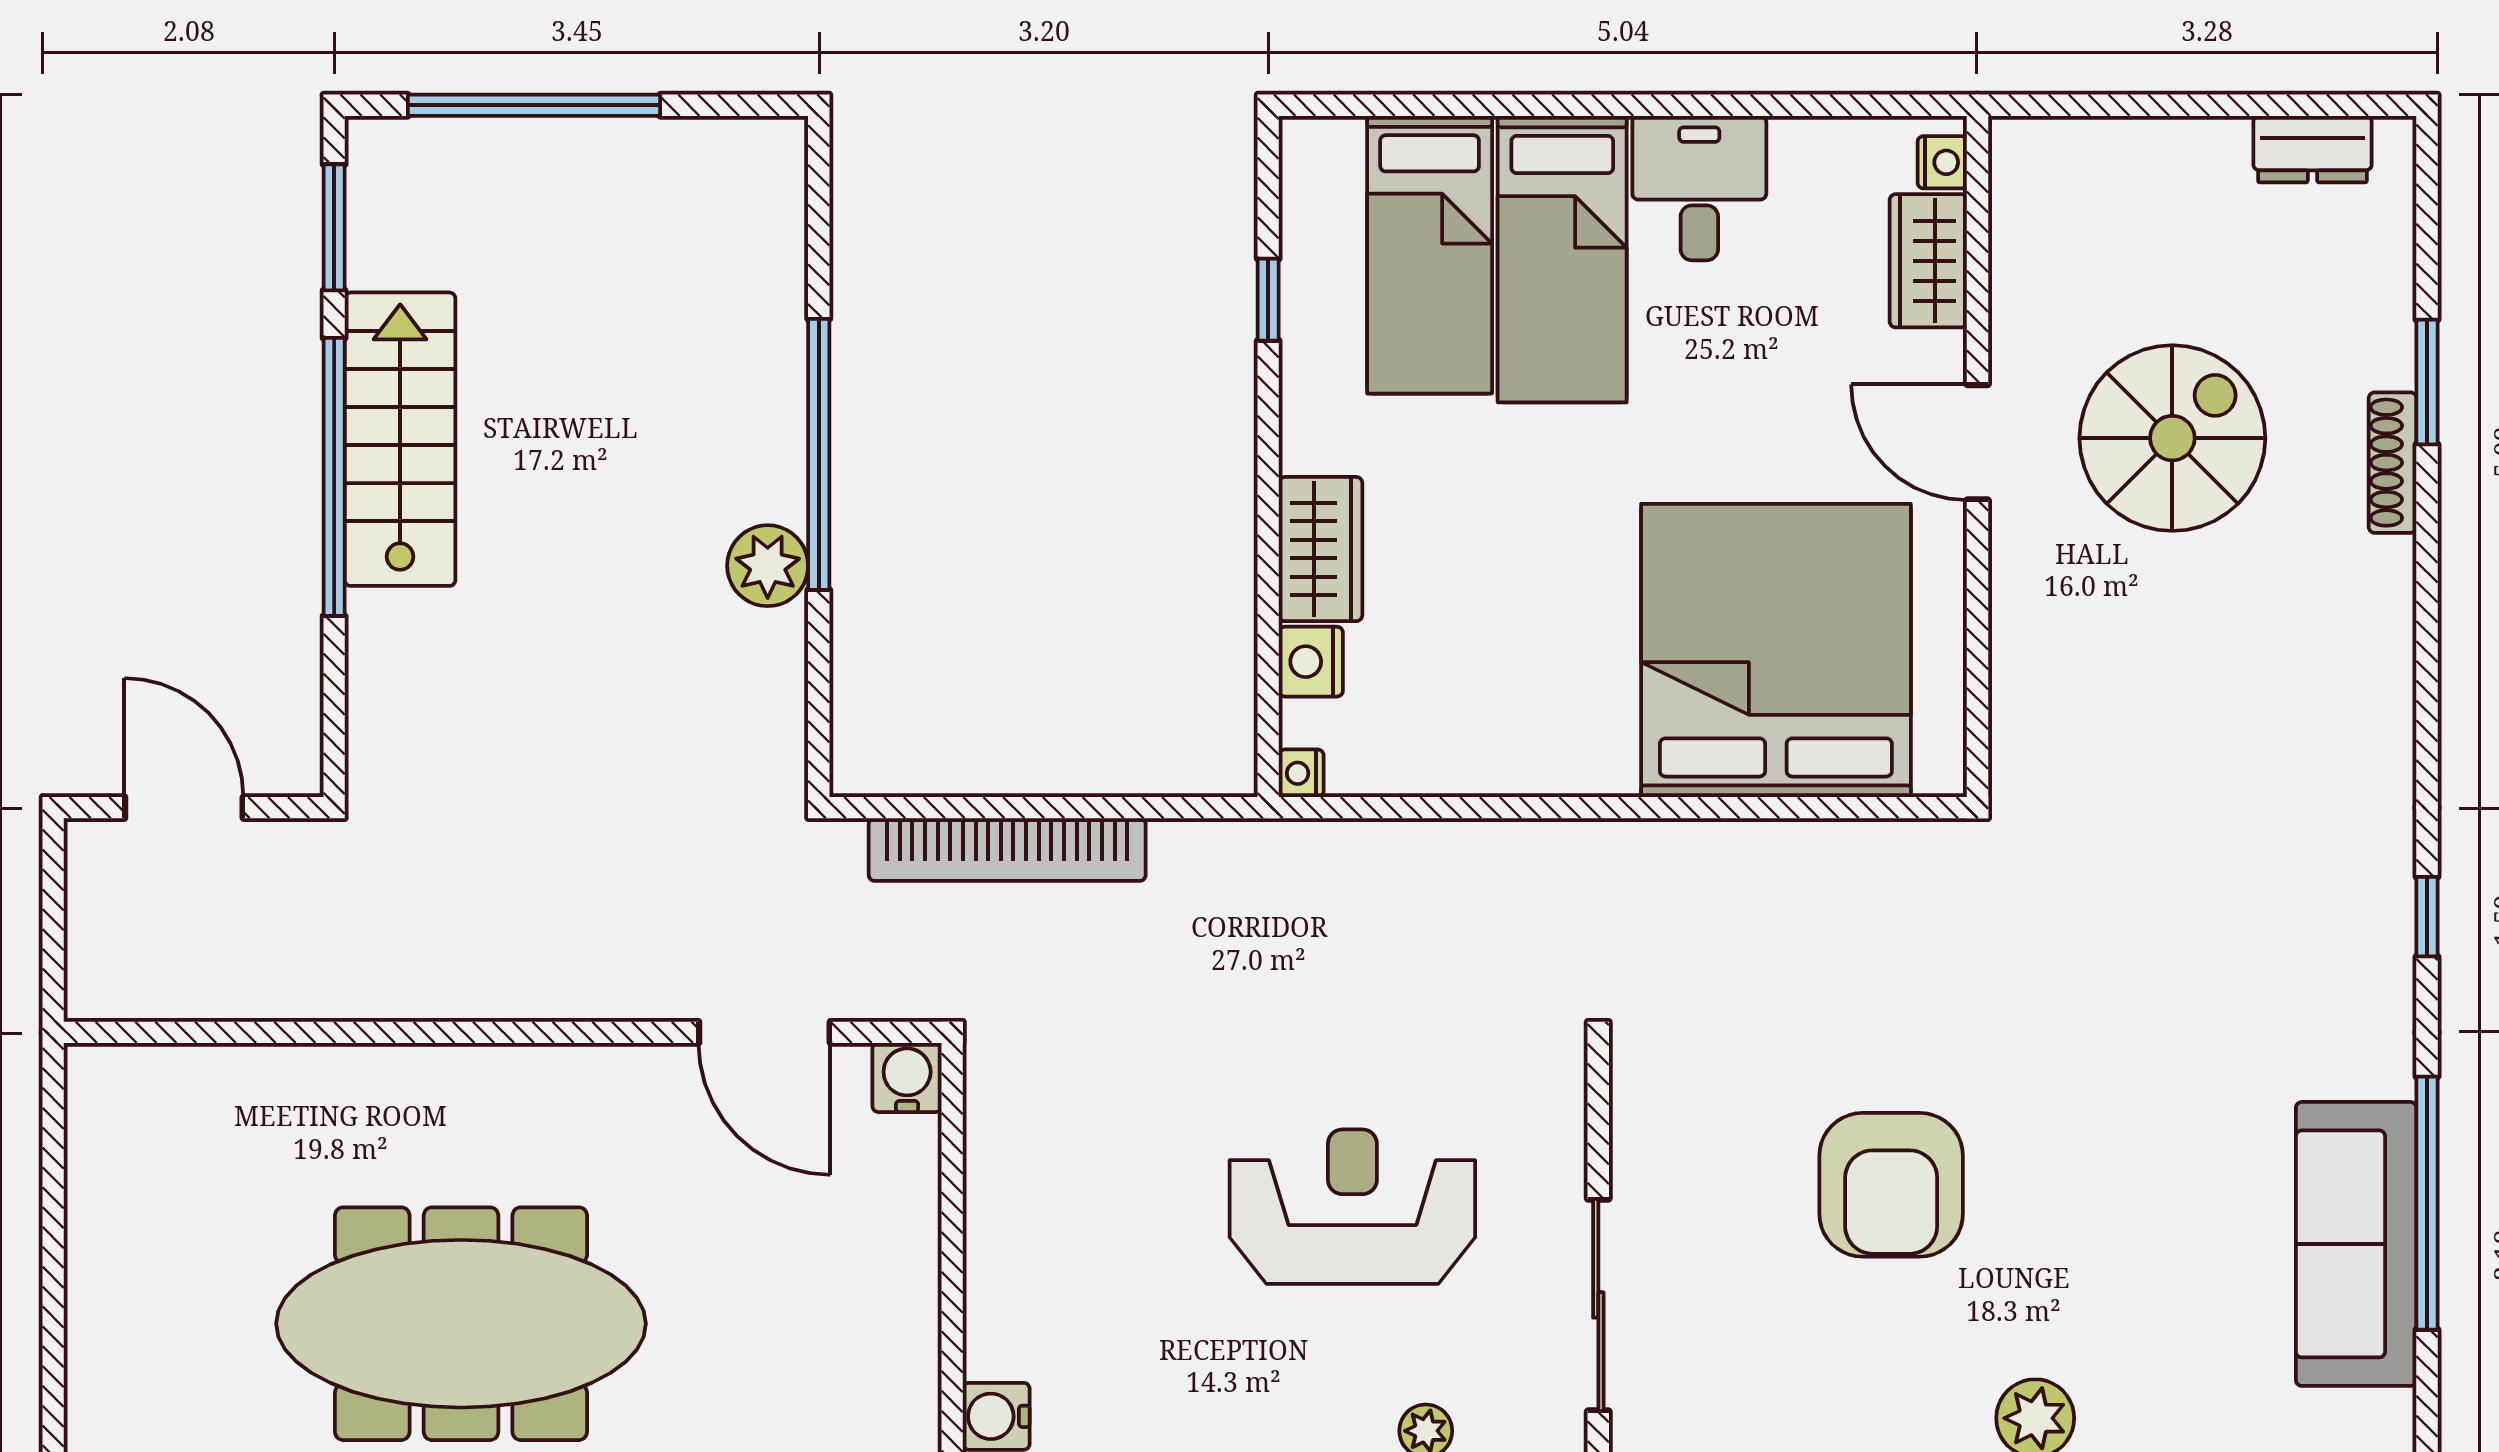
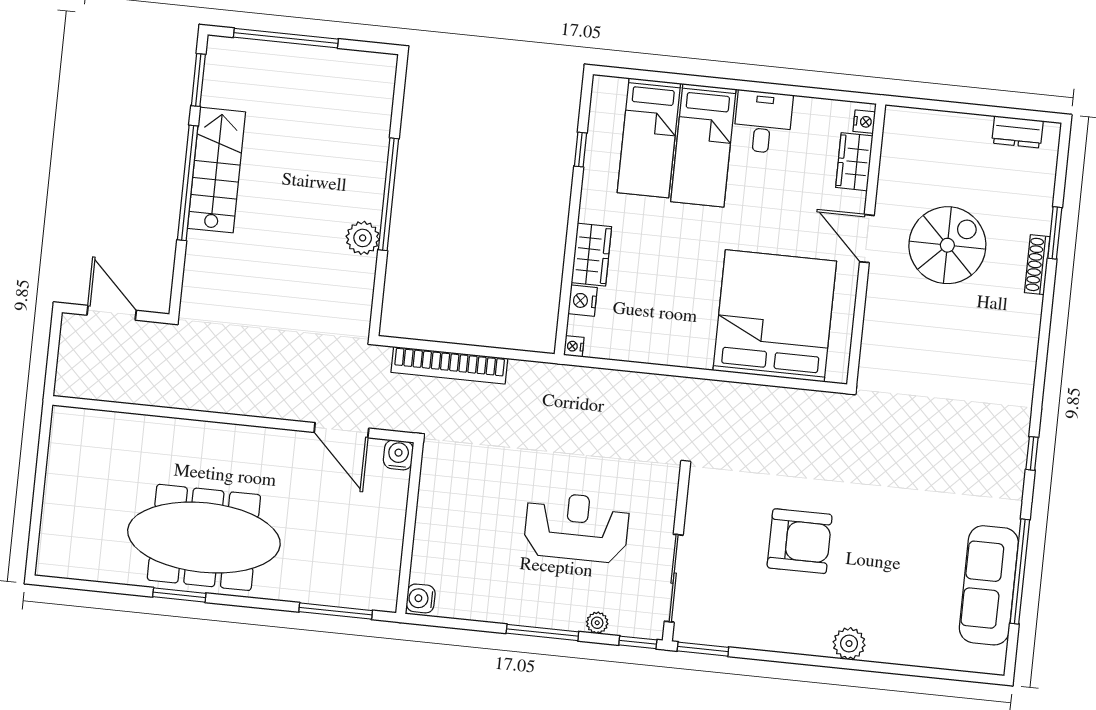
armchair: (1891, 1185) -> (800, 541), turned -90

